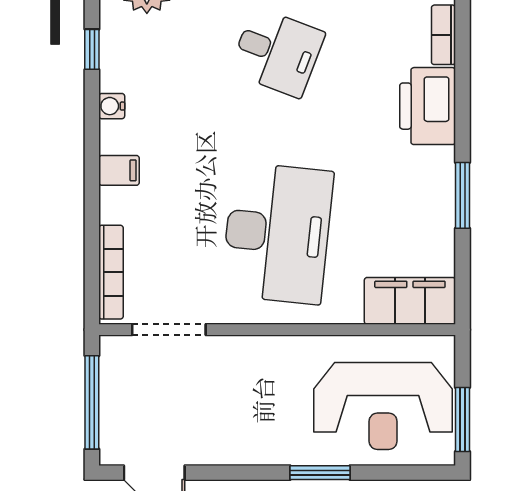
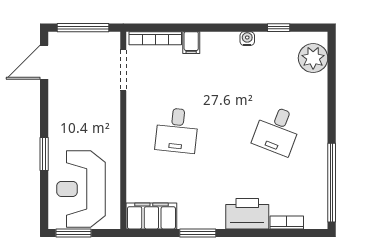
filing cabinet: (119, 170) -> (191, 43), moved
desk: (277, 233) -> (177, 130), width x0.53, depth x0.77
filing cabinet: (410, 301) -> (151, 216), moved, turned -90

